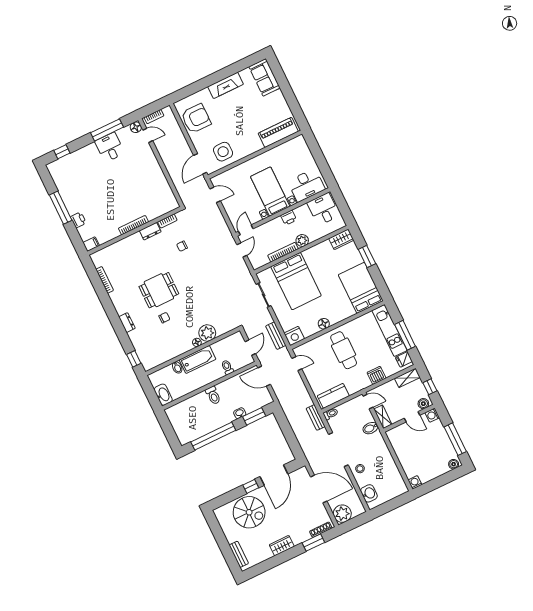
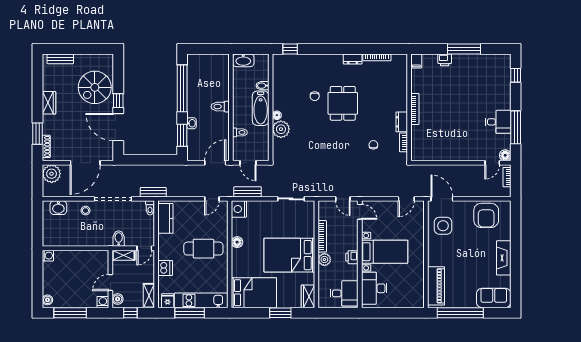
window: (291, 100) -> (460, 313), added
bed: (296, 281) -> (289, 255), moved
dresser: (127, 323) -> (353, 59), moved

